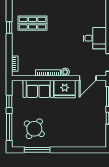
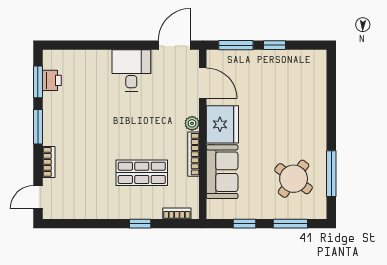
shop shelf: (32, 23) -> (142, 173), moved, turned 90
window: (9, 28) -> (140, 224), moved
window: (9, 127) -> (290, 224), width x0.69

